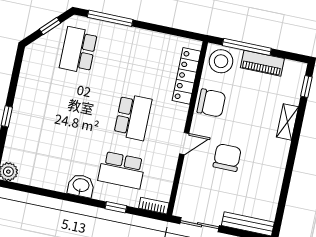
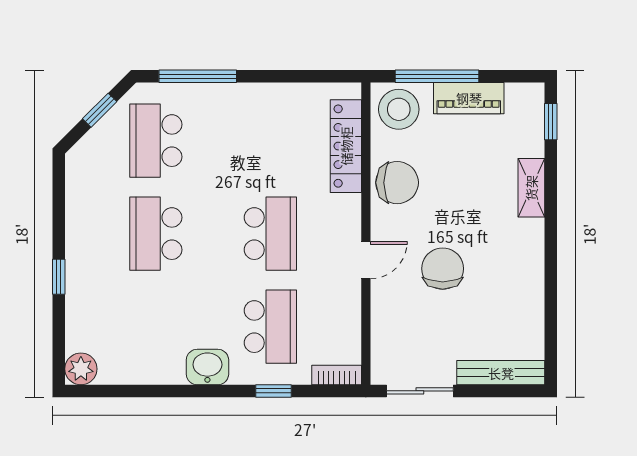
school desk: (67, 103) -> (156, 234), added
school desk: (122, 170) -> (270, 327), turned -90

